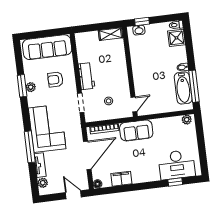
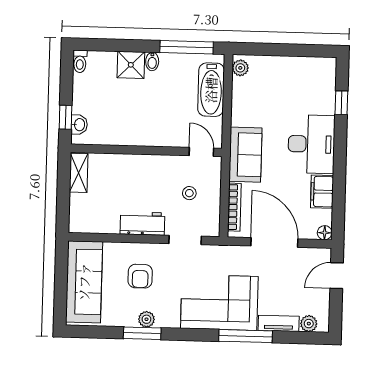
shower: (176, 38) -> (131, 65), moved
bathtub: (183, 88) -> (211, 90), moved, turned 90
desk: (177, 165) -> (311, 144), moved

